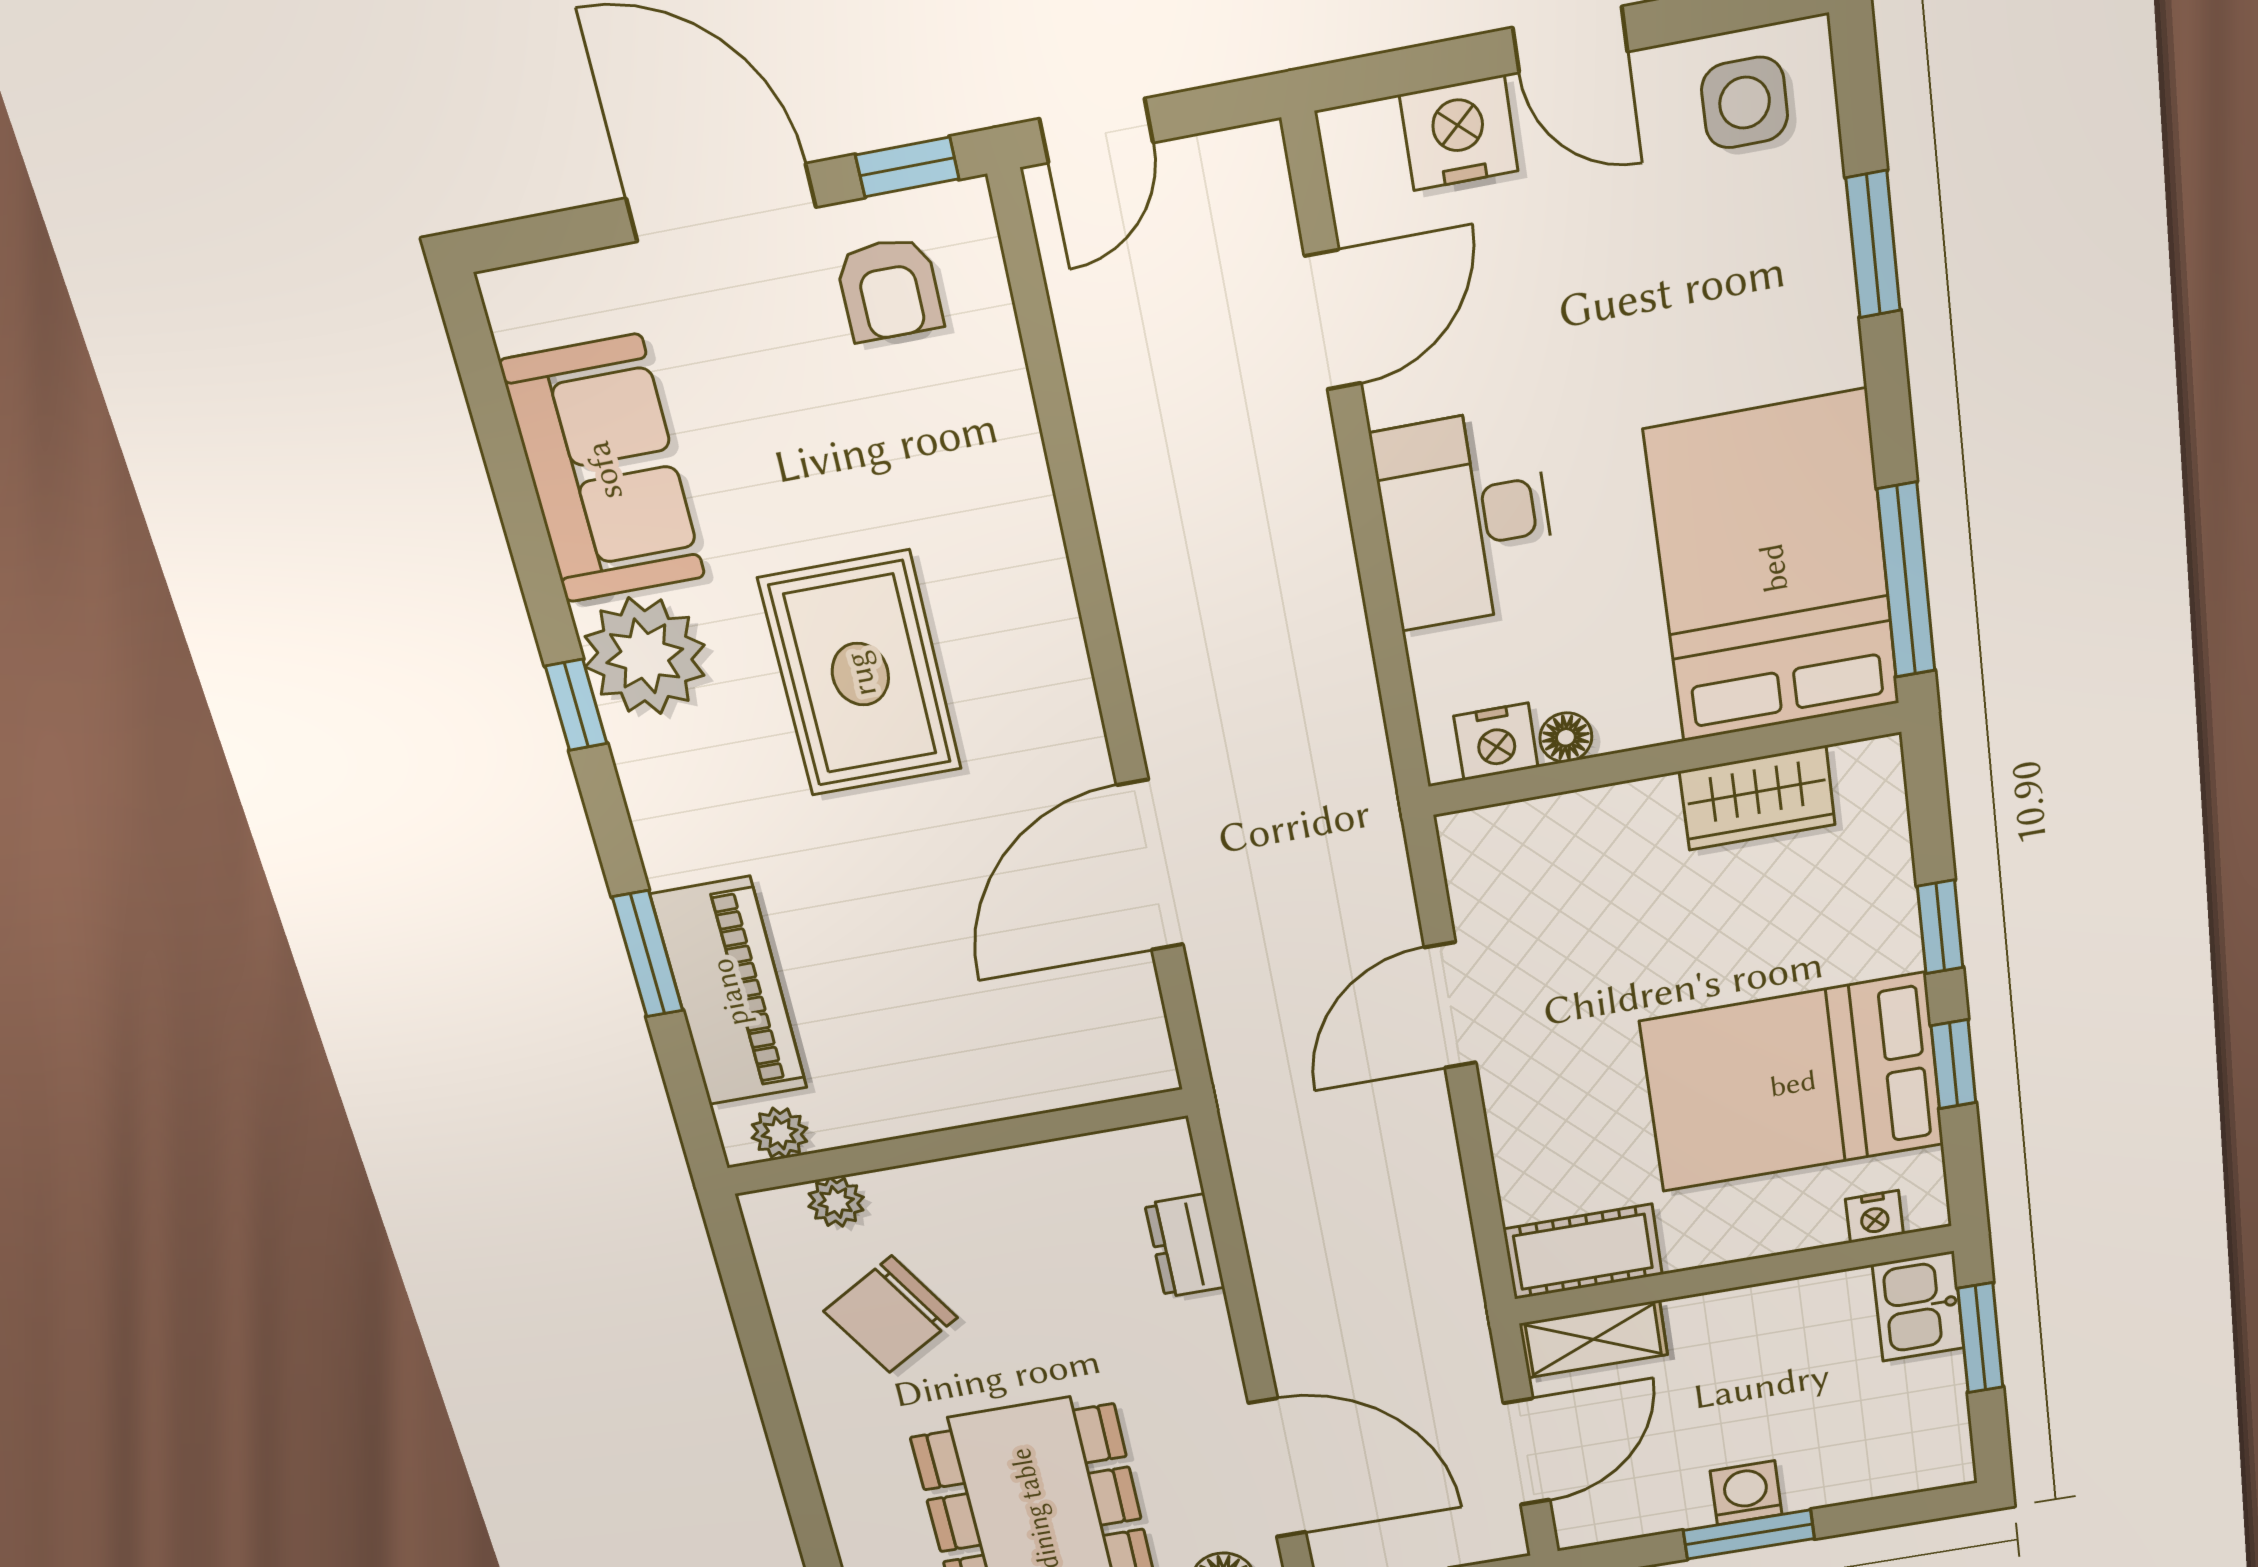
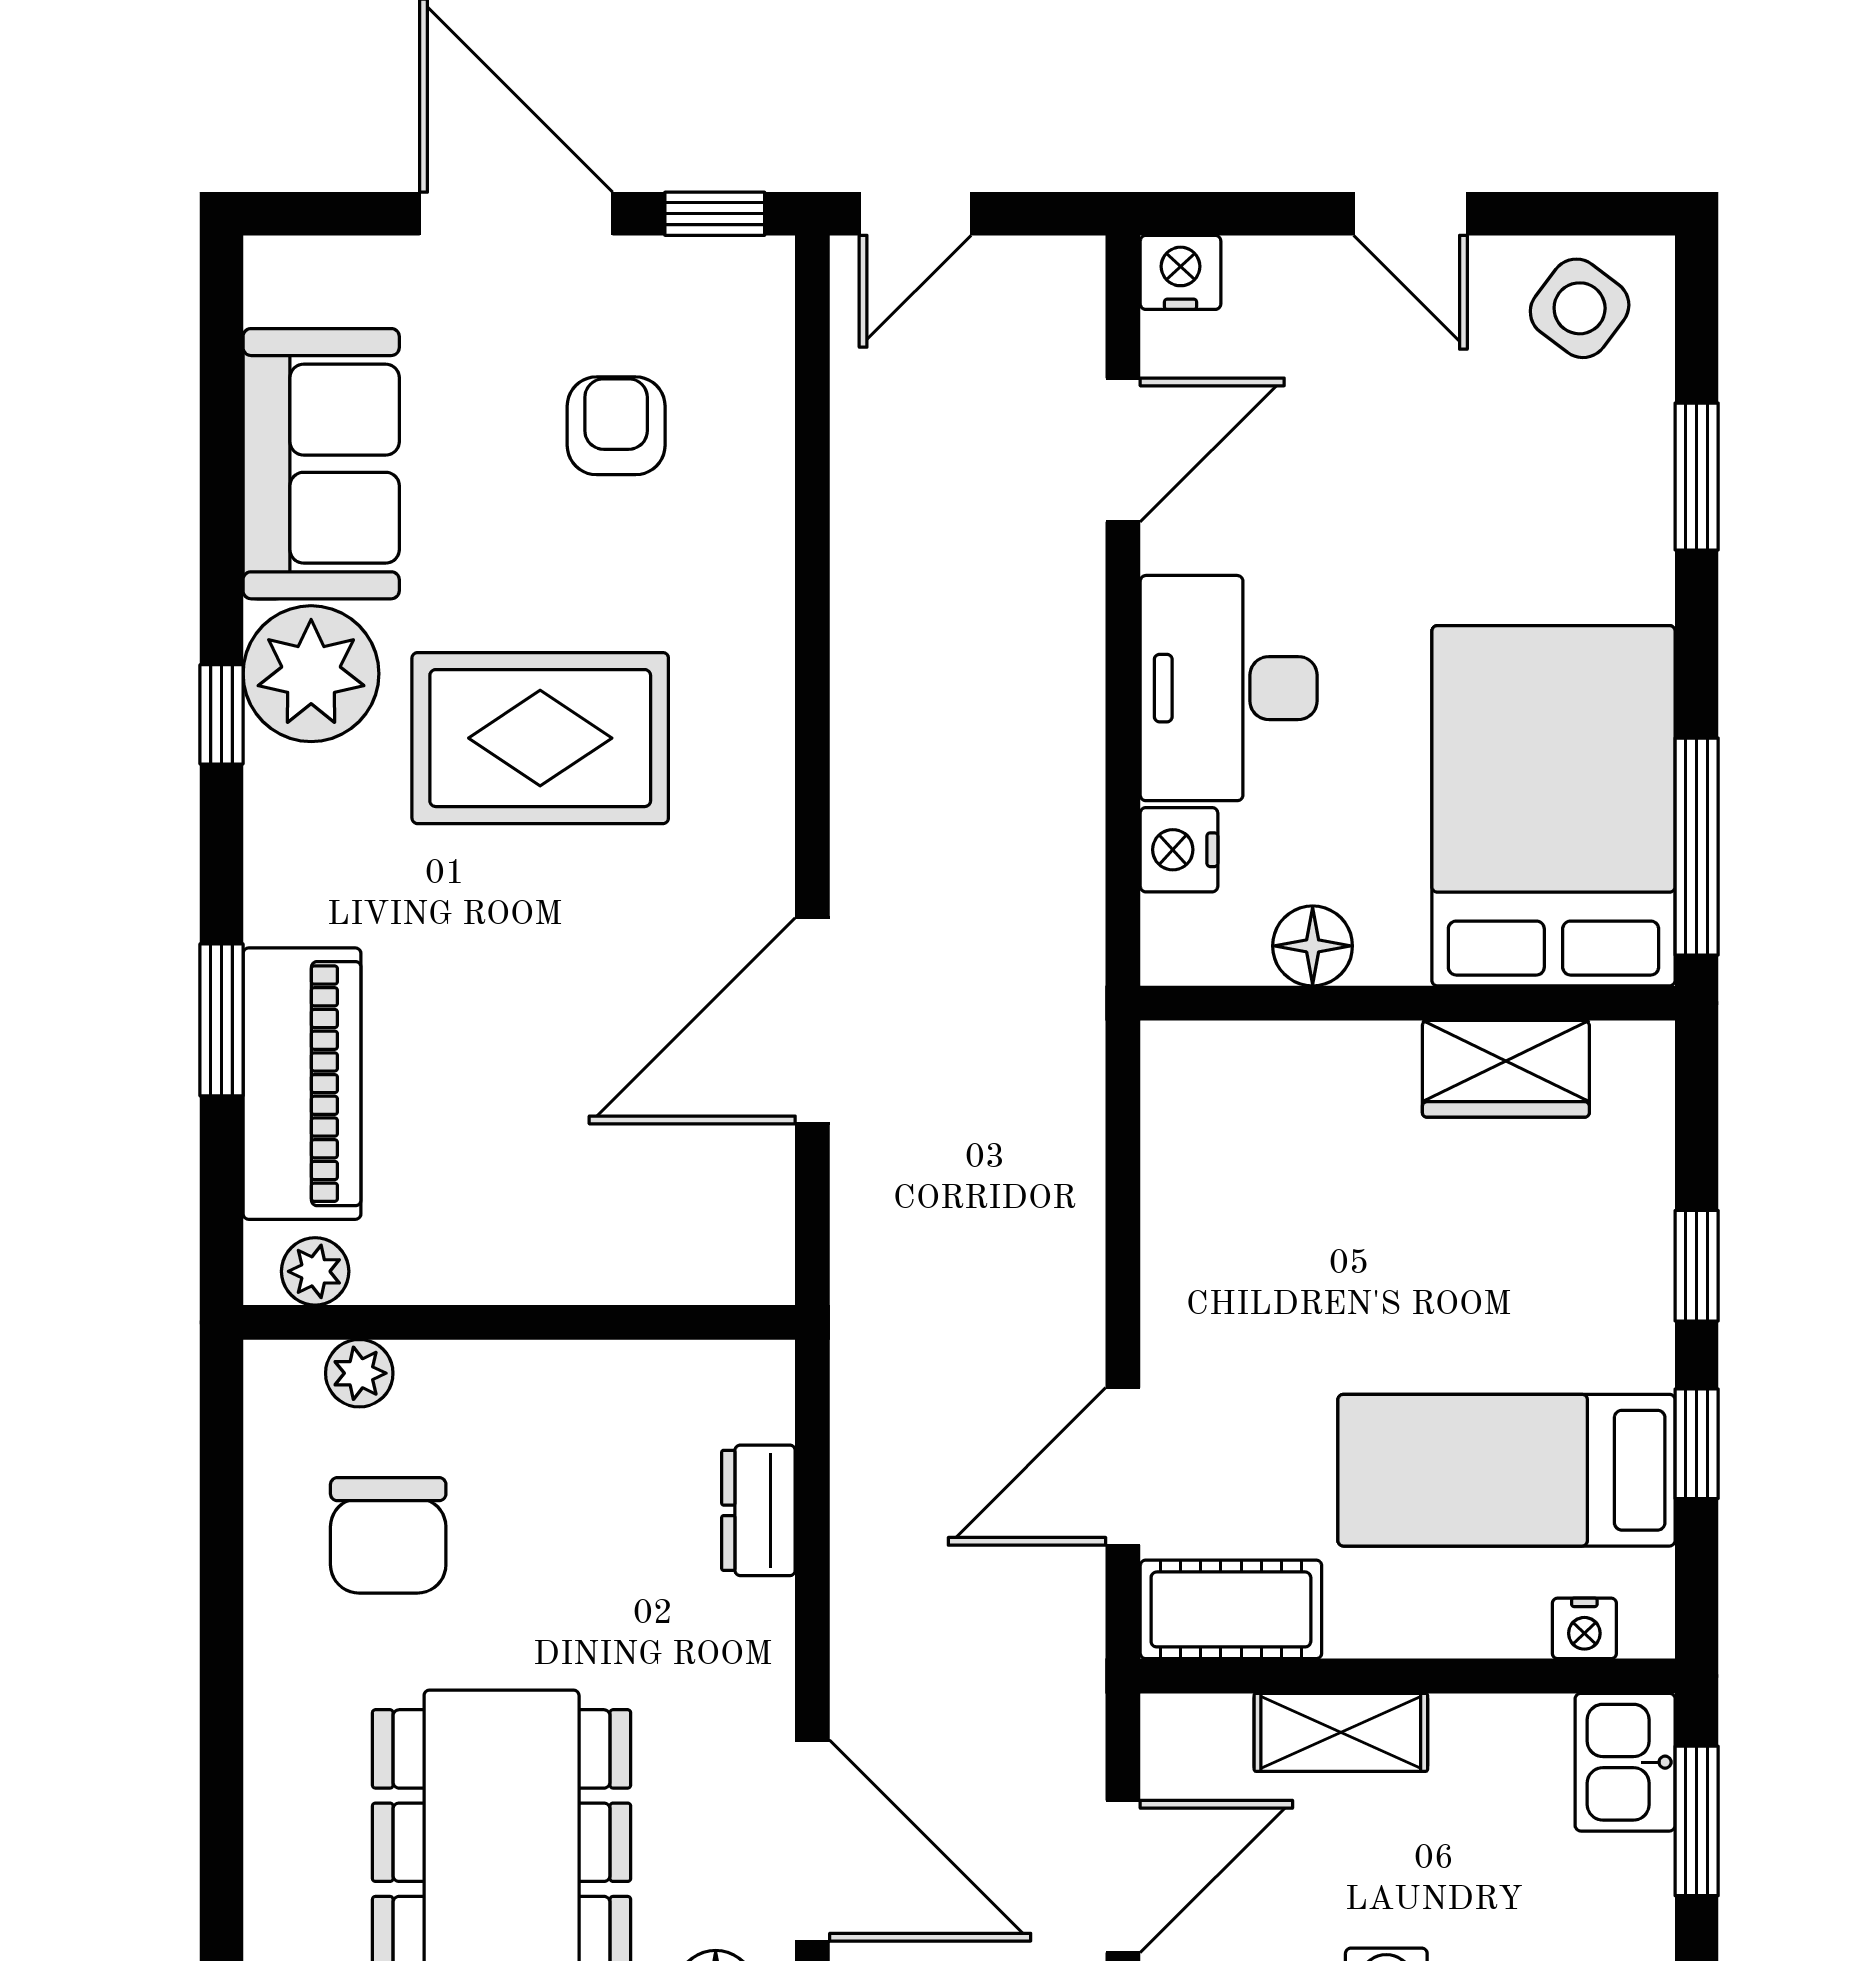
side table: (1745, 103) -> (1580, 308), turned 37
nightstand: (1459, 133) -> (1181, 272), moved, width x0.74, depth x0.75
armchair: (889, 289) -> (616, 426), moved, turned 180
rug: (860, 674) -> (540, 738), turned 90
floor lamp: (1566, 737) -> (1313, 946), width x1.37, depth x1.37
nightstand: (1496, 742) -> (1179, 850), moved, turned 90
door: (1450, 1005) -> (1123, 1466), moved
bed: (1793, 1083) -> (1506, 1470), width x0.67
chair: (891, 1314) -> (388, 1535), turned -59
shelving: (1593, 1339) -> (1341, 1732), moved

